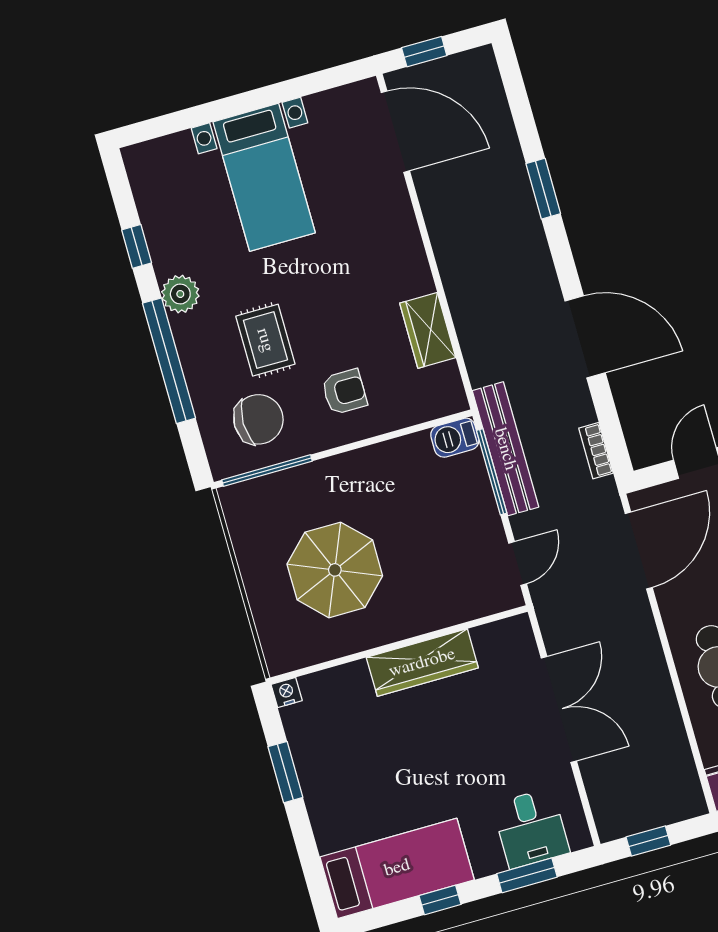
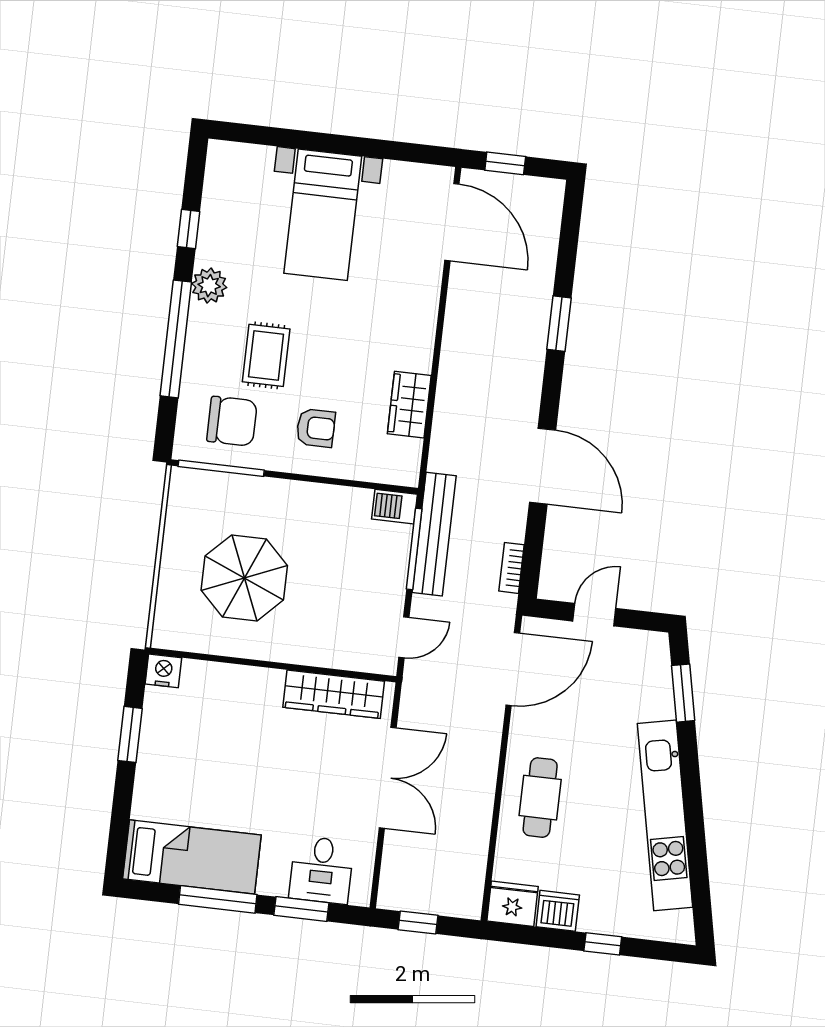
wardrobe: (422, 663) -> (334, 694), moved
nightstand: (287, 692) -> (163, 671), width x1.39, depth x1.35
window: (440, 900) -> (218, 899), width x2.17

